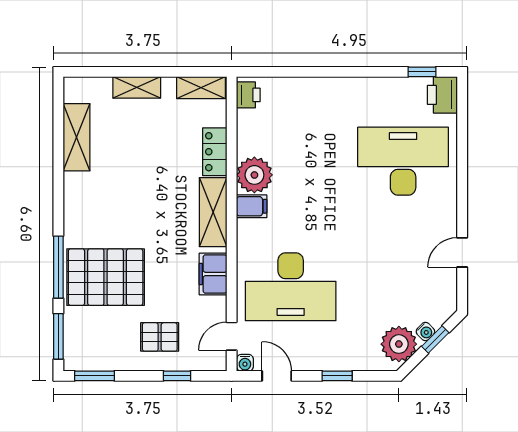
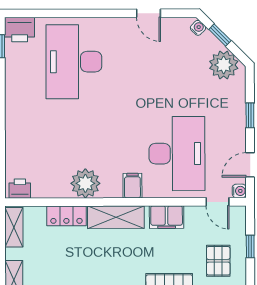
filing cabinet: (252, 206) -> (132, 186), moved
water cooler: (425, 332) -> (198, 28), moved

